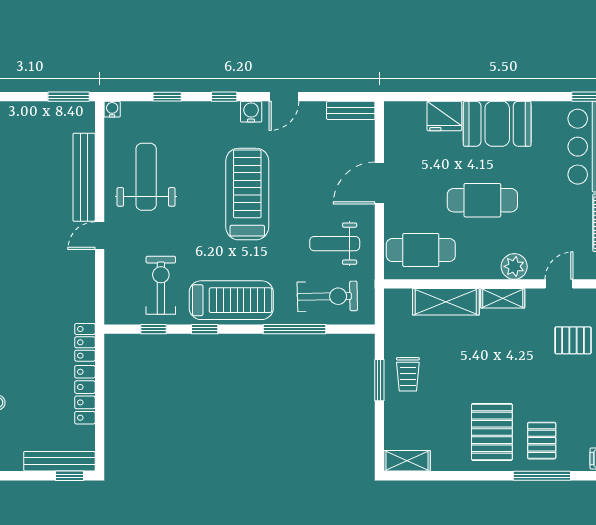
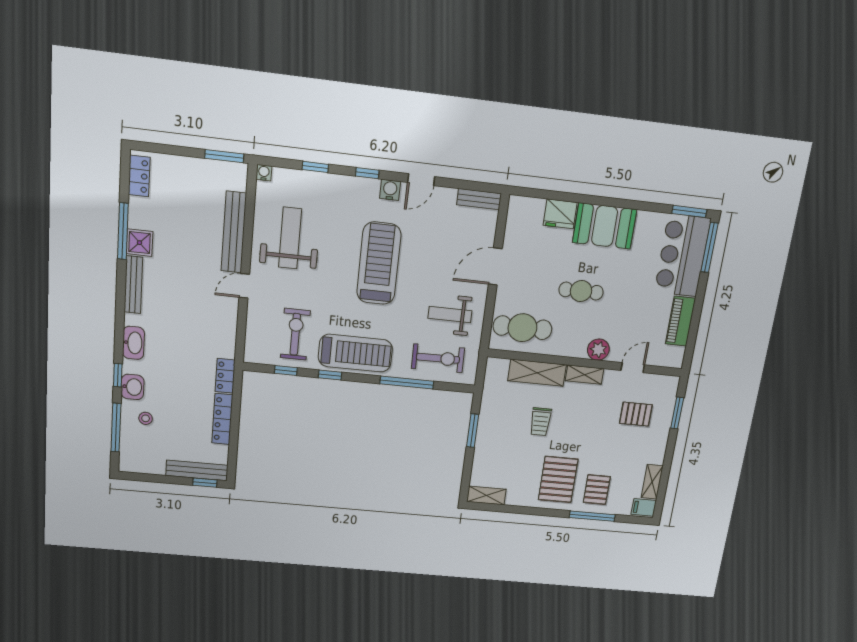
cafe table: (482, 200) -> (581, 291), width x0.73, depth x0.74
trolley: (408, 374) -> (541, 422), moved

